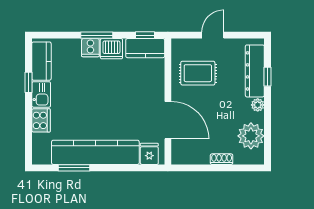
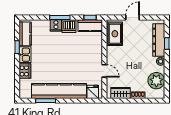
rug: (198, 73) -> (115, 34), moved, turned 90
door: (168, 120) -> (104, 71), width x0.53
wardrobe: (194, 156) -> (121, 93), added

